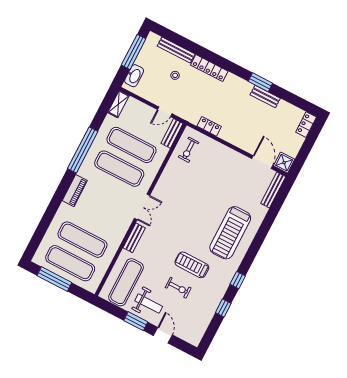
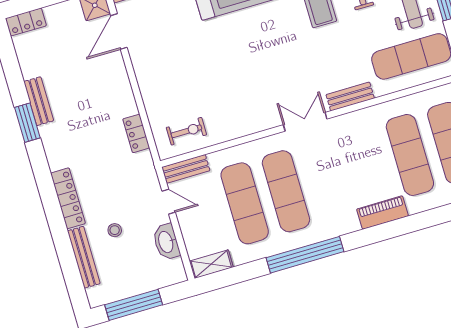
washbasin: (134, 76) -> (166, 242), moved, turned -90
piano: (75, 191) -> (382, 213), moved

